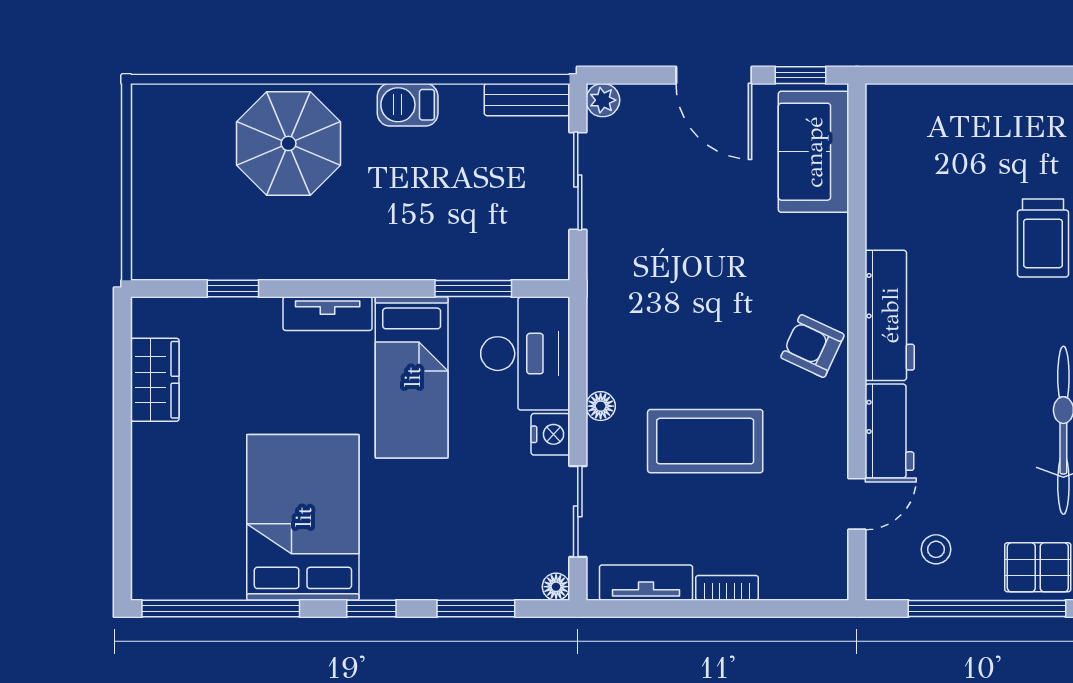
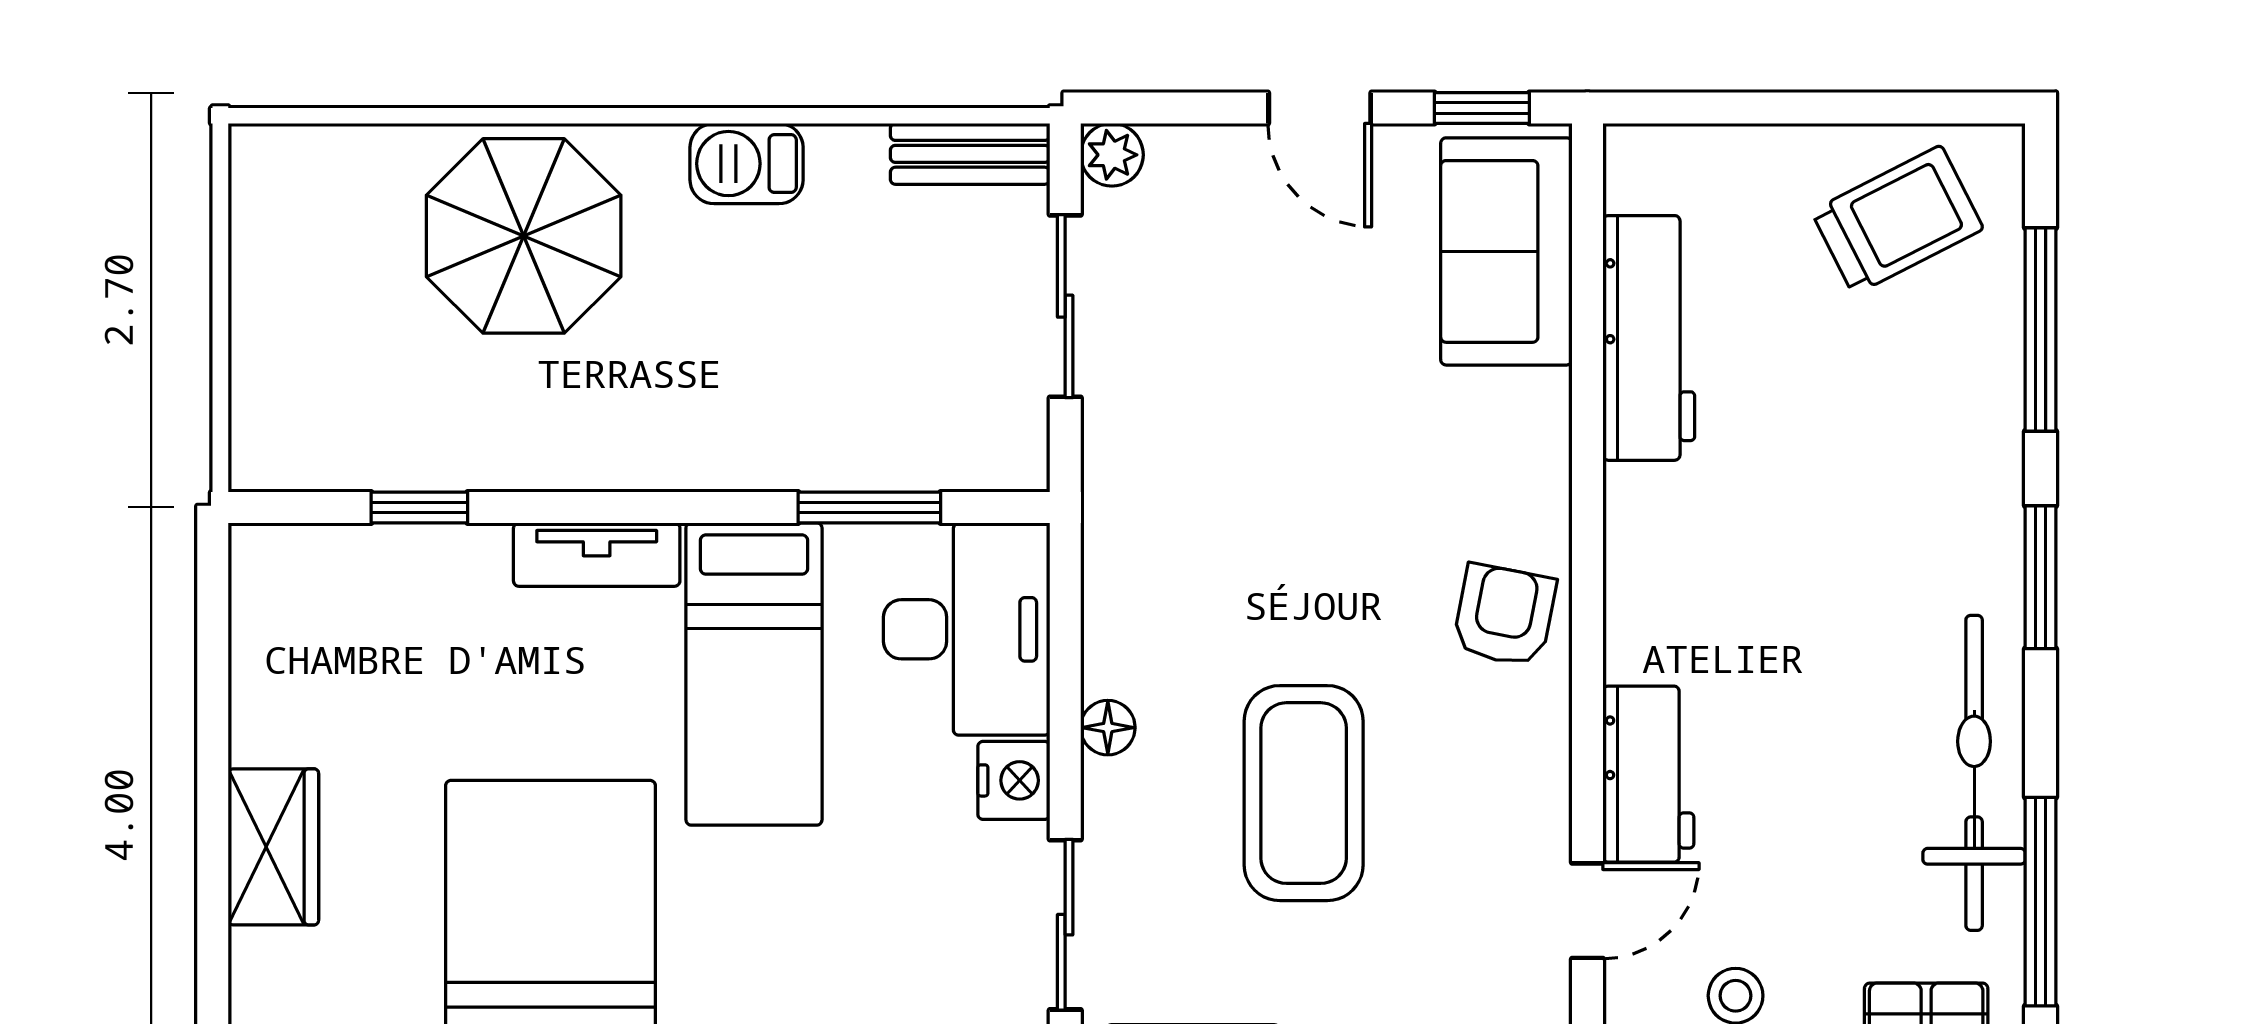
door: (714, 75) -> (1320, 108), width x0.73
trolley: (1043, 238) -> (1897, 220), moved, turned -117
workbench: (890, 315) -> (1649, 338), moved
armchair: (812, 346) -> (1504, 615), turned 76
wardrobe: (155, 380) -> (273, 847), moved
coffee table: (705, 441) -> (1304, 793), turned 90

